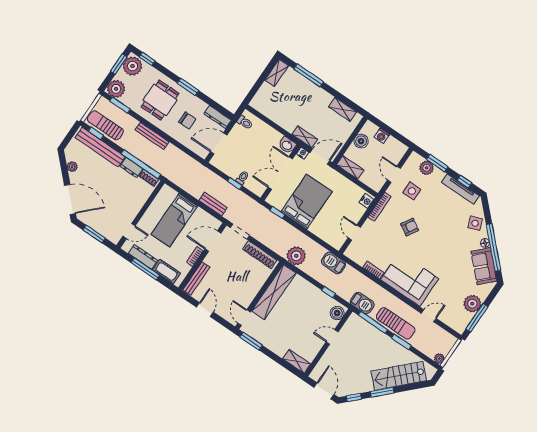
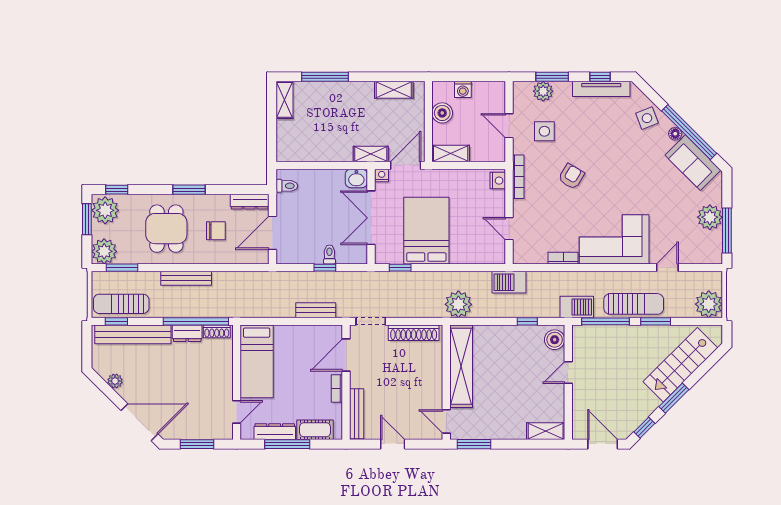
bed: (174, 220) -> (257, 361), moved
plant: (439, 359) -> (709, 304), width x1.87, depth x1.87

